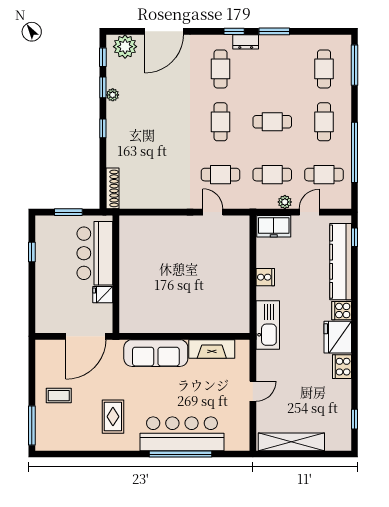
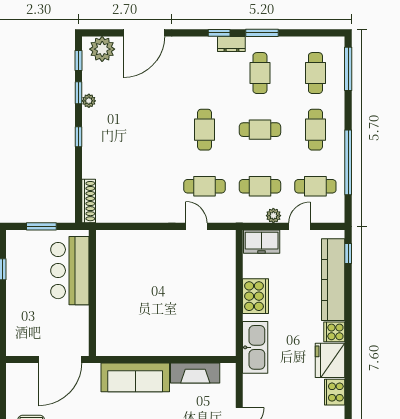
cafe table: (221, 69) -> (260, 73), moved
cooker: (265, 277) -> (256, 296), width x1.87, depth x1.31
fridge: (103, 295) -> (78, 315), removed

